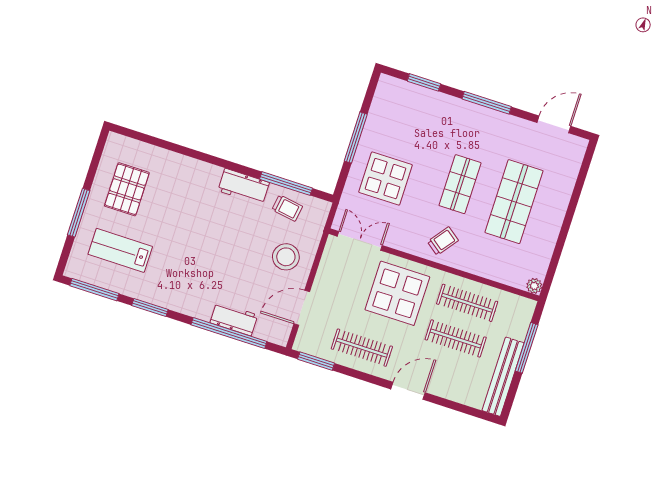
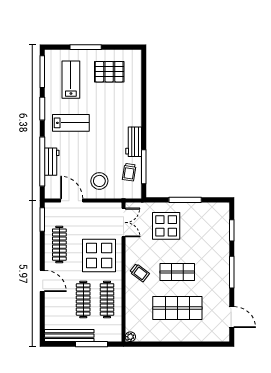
lab bench: (185, 271) -> (71, 123), added

